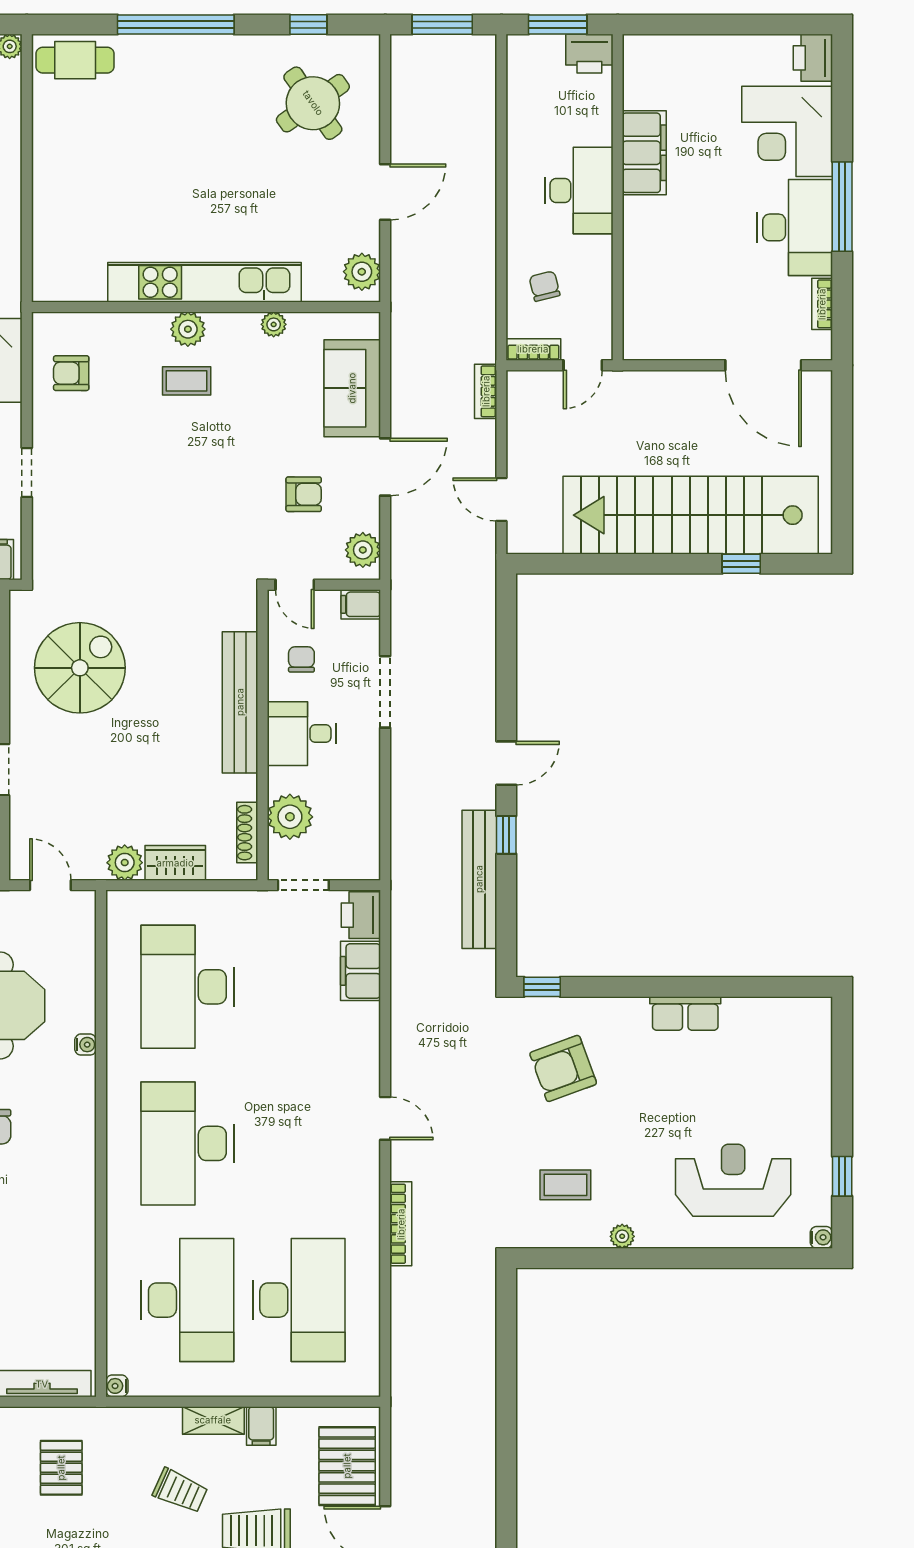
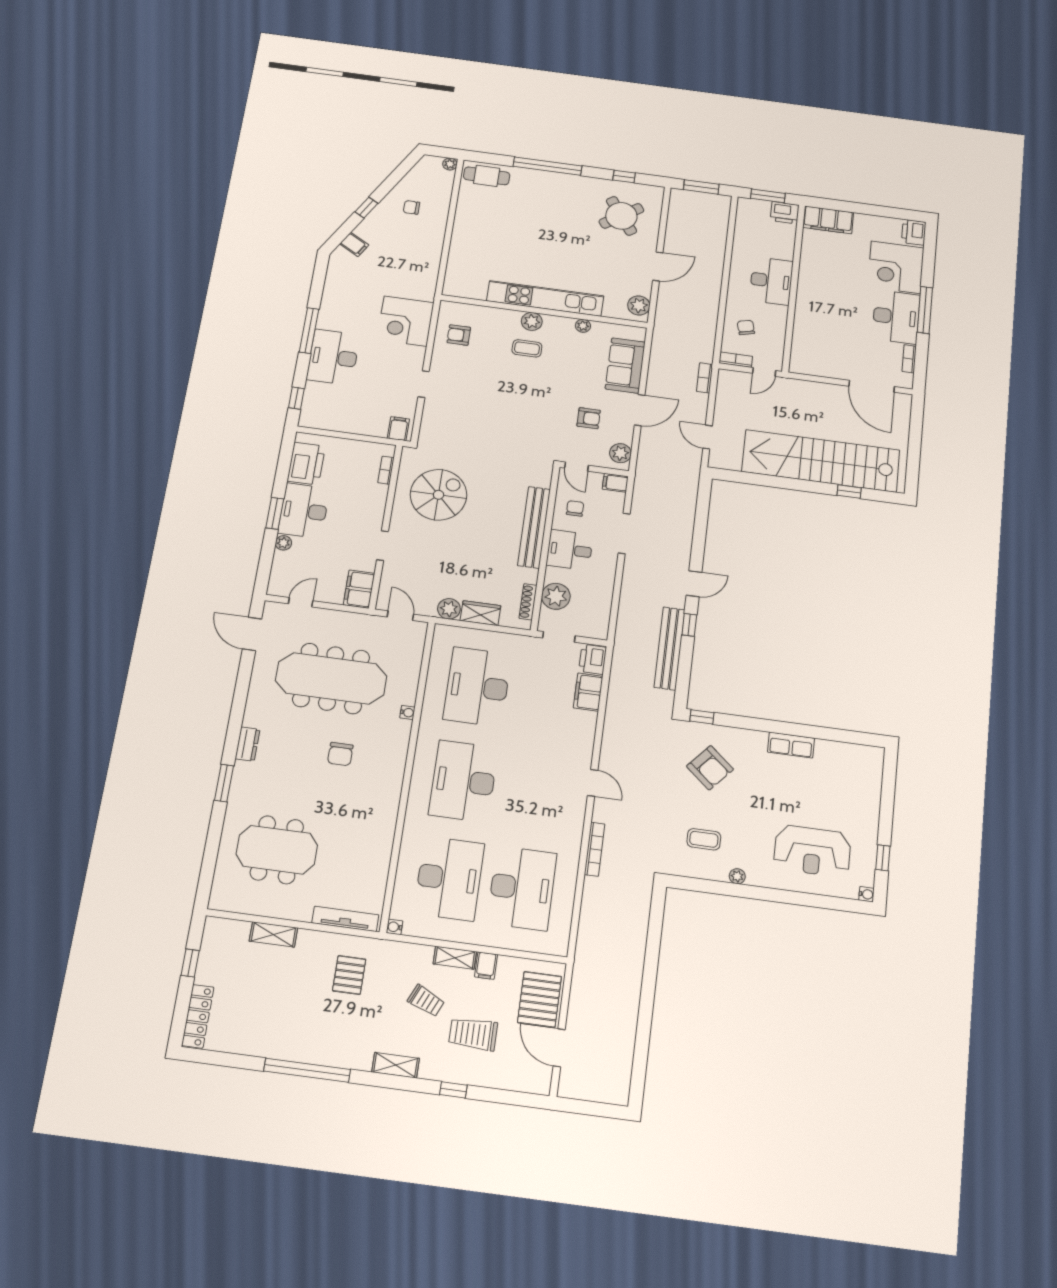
filing cabinet: (644, 153) -> (828, 220), moved, turned 90
armchair: (563, 1068) -> (710, 768), turned -119
reception desk: (733, 1180) -> (812, 851), turned 180

